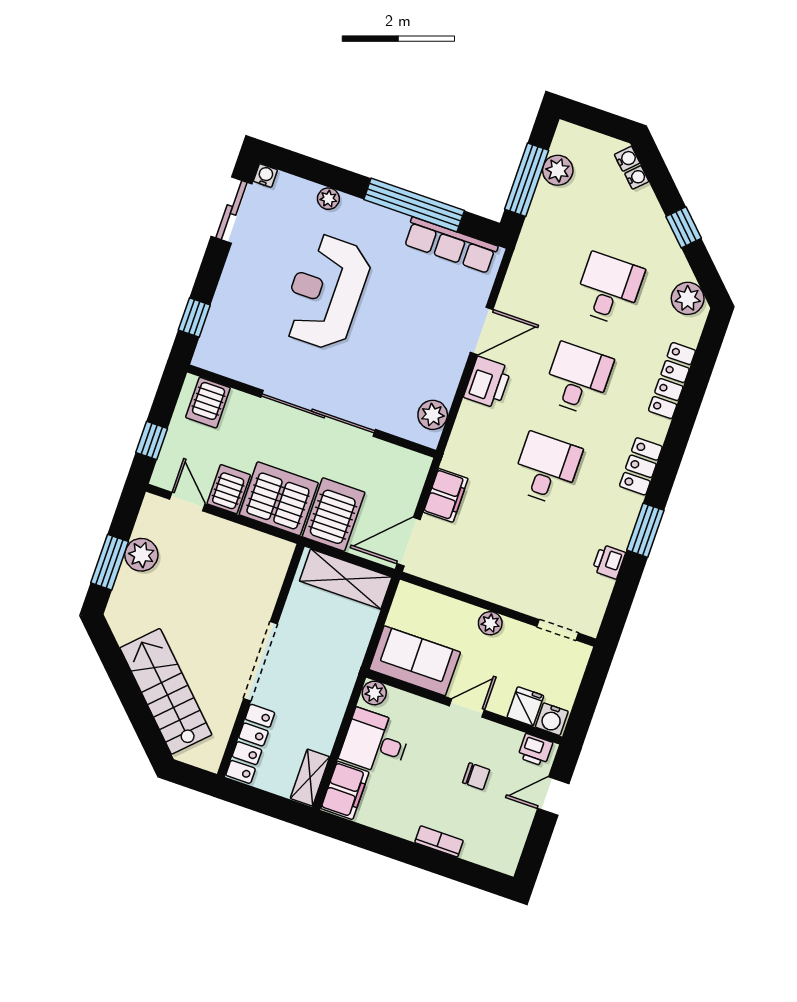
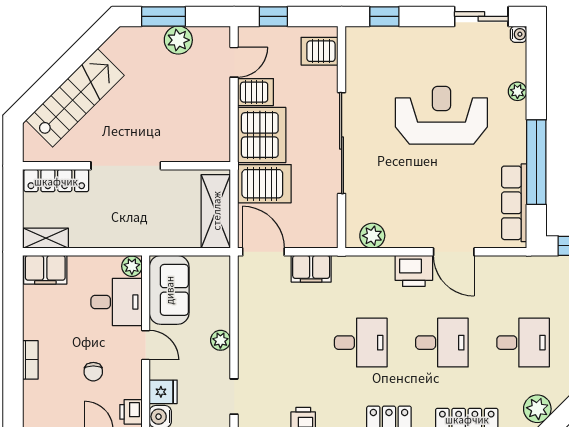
desk: (375, 742) -> (117, 302), moved, turned 90

